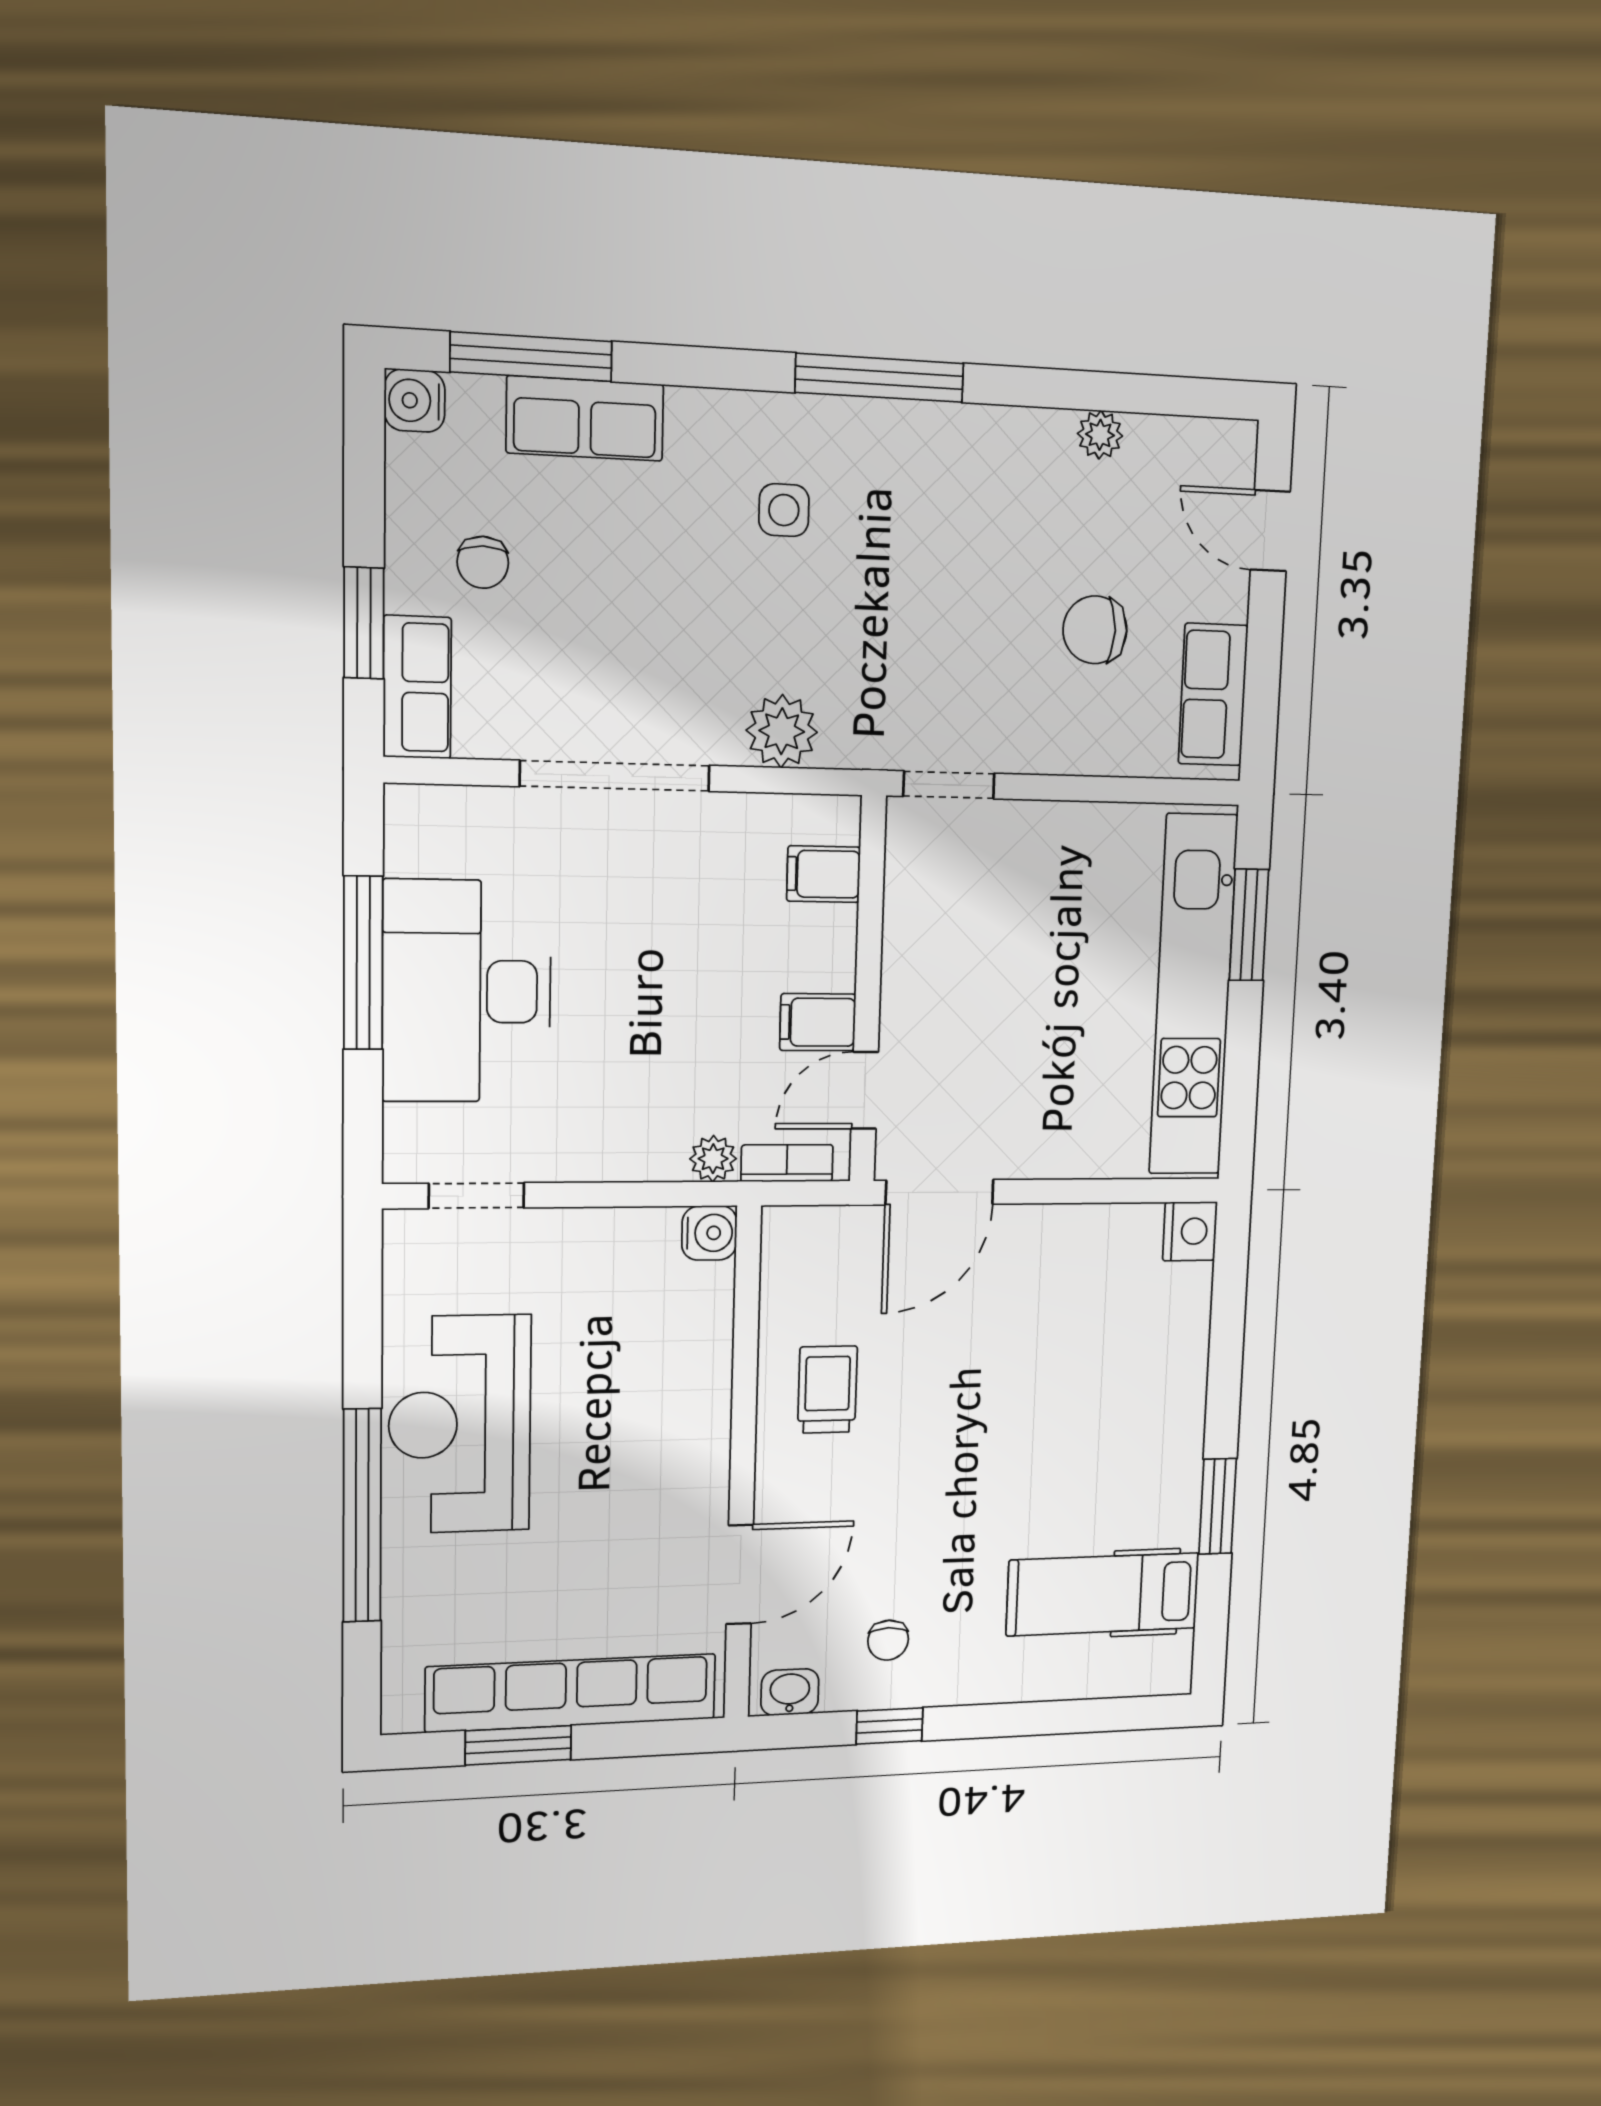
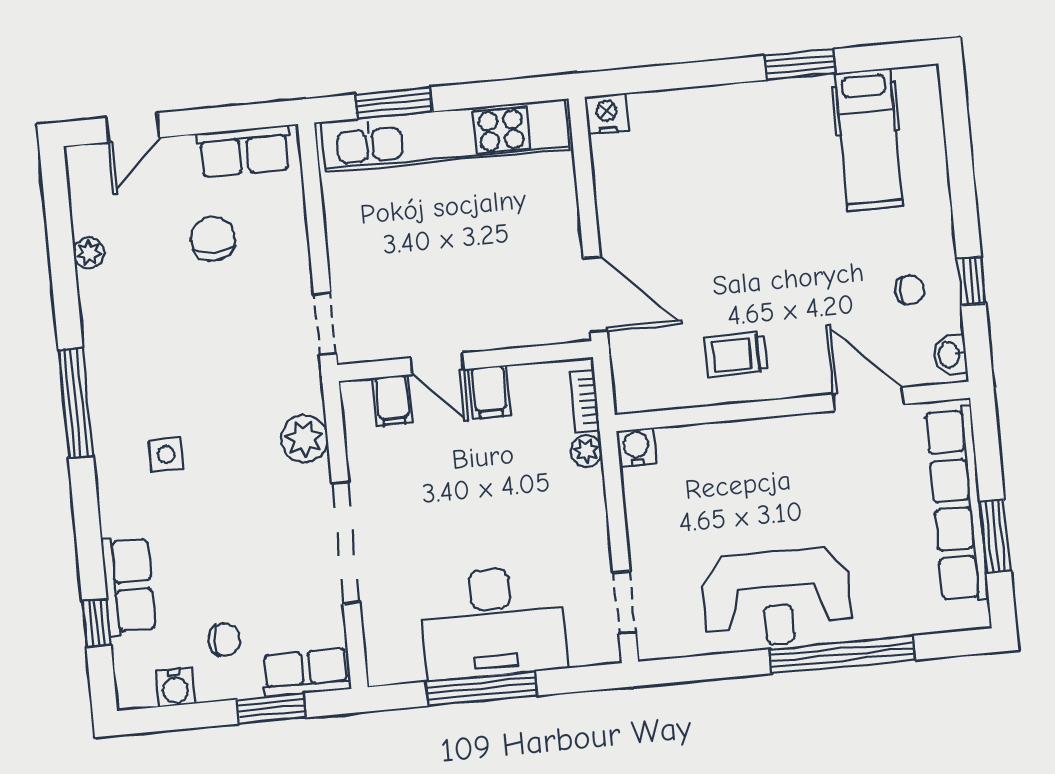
window: (531, 357) -> (96, 623), width x0.46
water cooler: (415, 401) -> (175, 687), moved
chair: (1095, 630) -> (213, 239), turned 180
door: (865, 1090) -> (437, 364), moved

